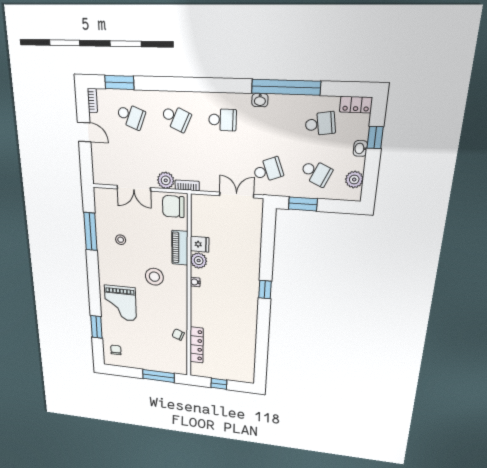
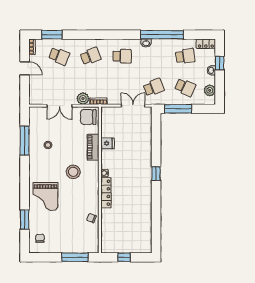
school desk: (176, 118) -> (91, 56), turned -45
window: (303, 204) -> (178, 109), width x1.44
plant: (199, 261) -> (107, 156), removed
locker: (197, 345) -> (106, 193), moved

